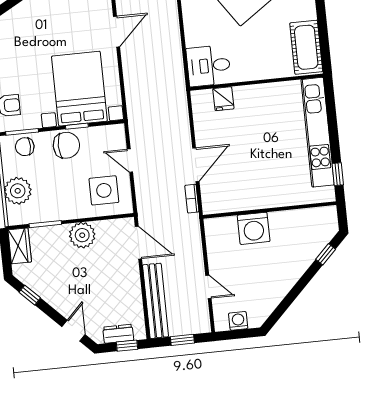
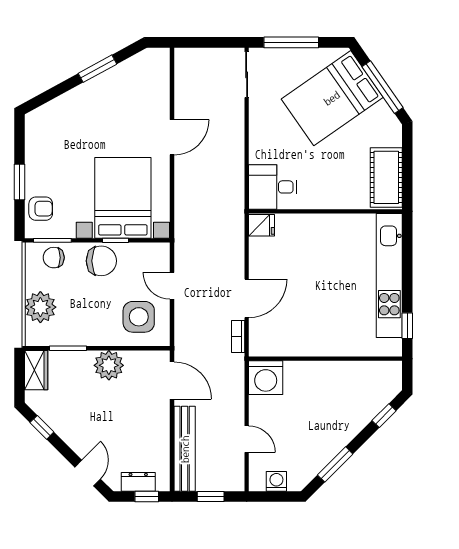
fridge: (223, 99) -> (262, 225), moved, turned -90
washing machine: (254, 228) -> (266, 378), moved
window: (288, 301) -> (335, 464), added

